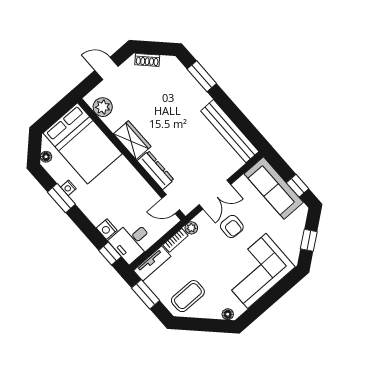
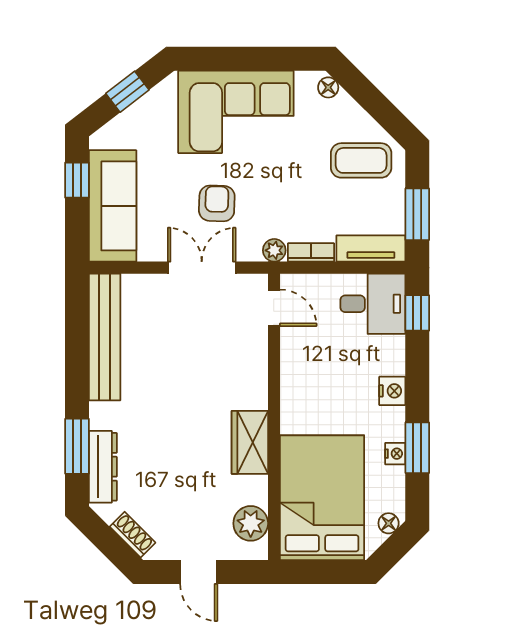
dresser: (156, 170) -> (103, 467), moved, turned 180
nightstand: (107, 229) -> (392, 391), moved

